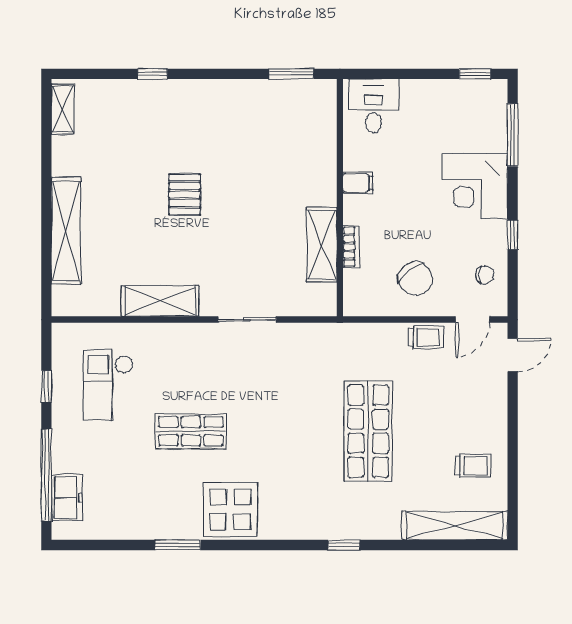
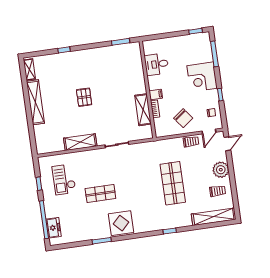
desk: (373, 106) -> (157, 64), moved, turned -90
filing cabinet: (358, 183) -> (156, 94), moved
shelving: (66, 231) -> (35, 102), moved
plant: (488, 415) -> (221, 170), added

